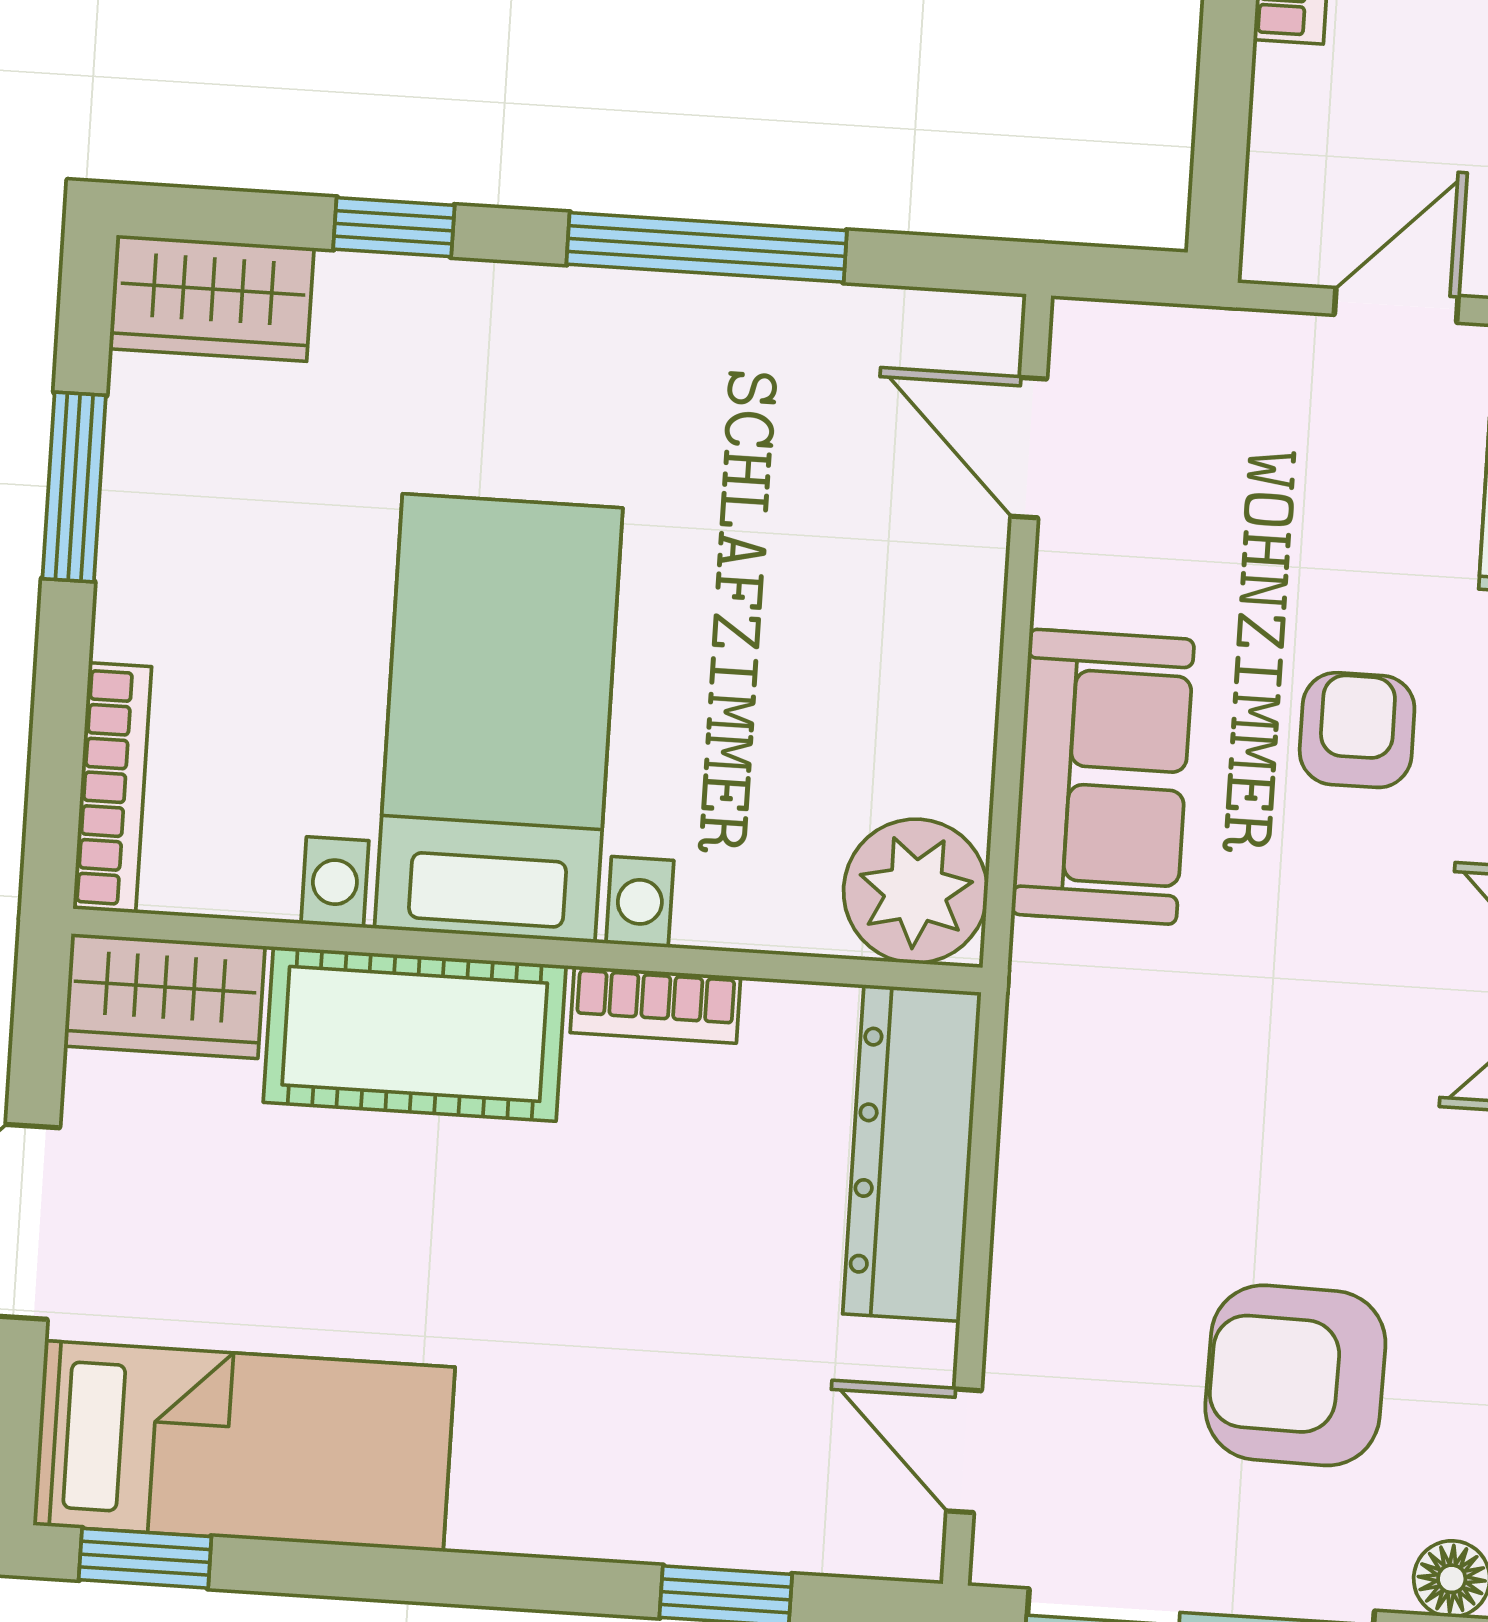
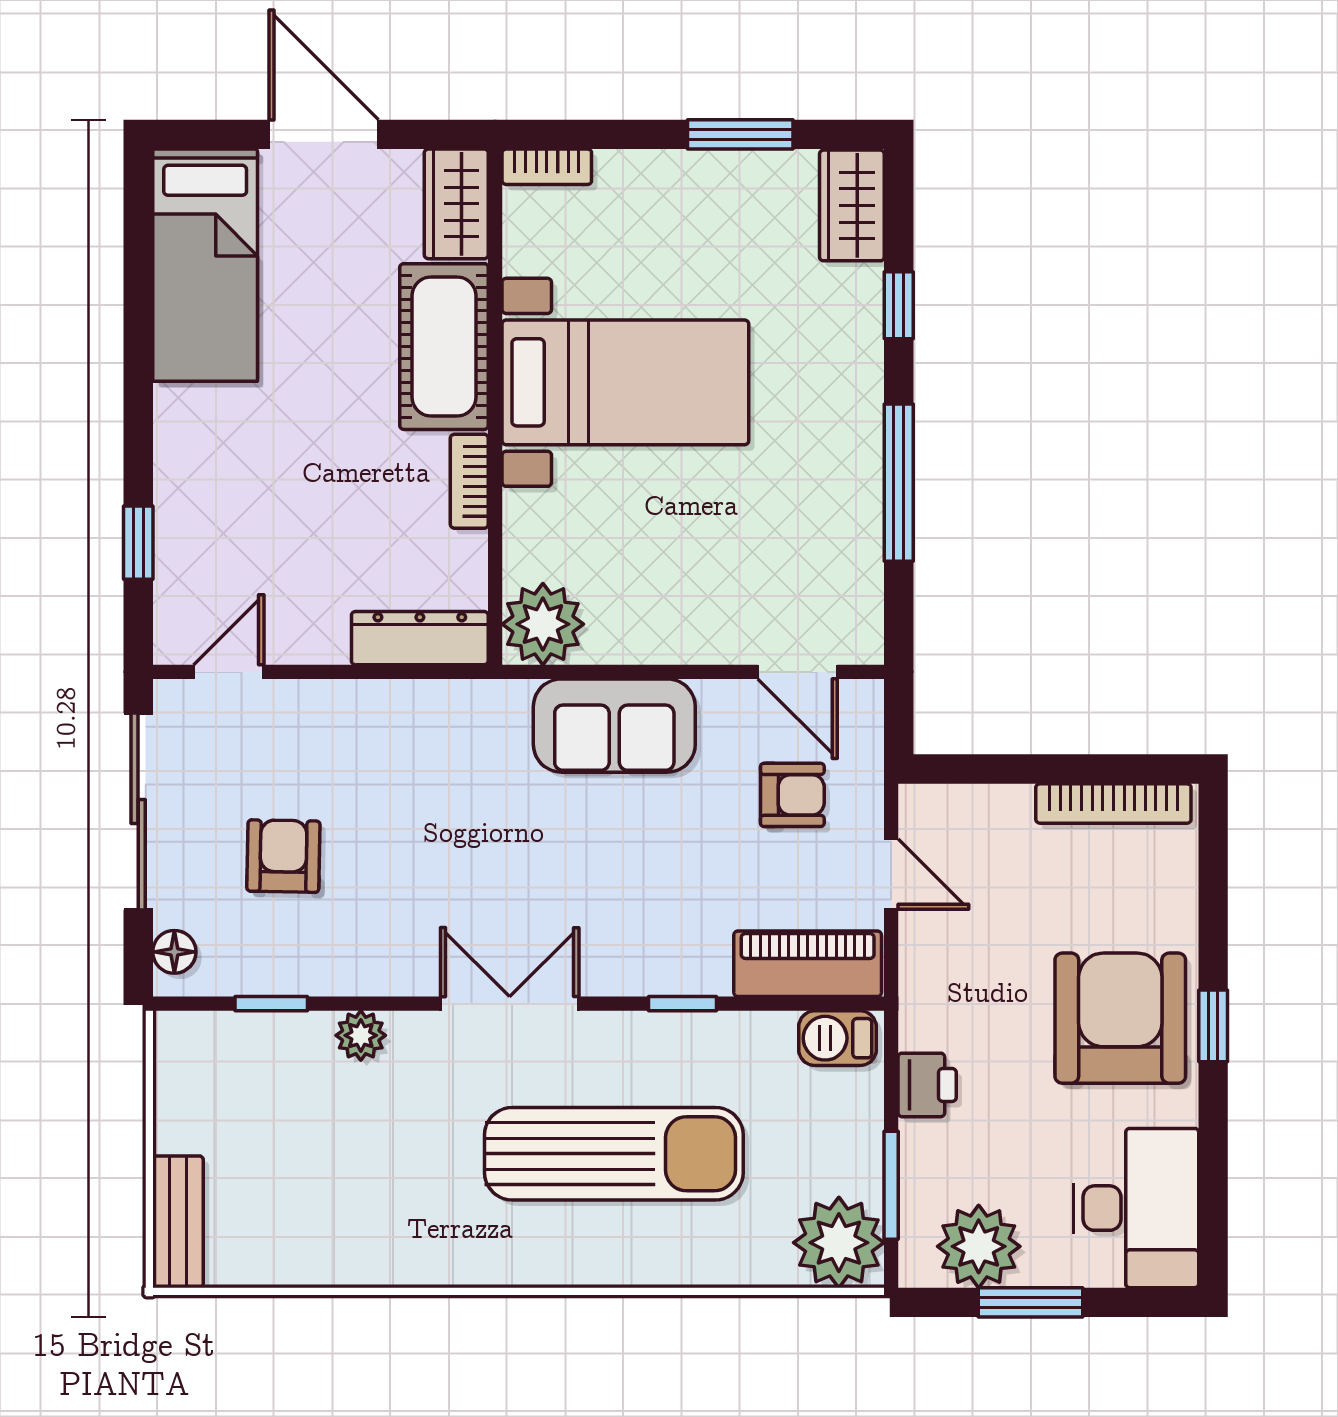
door: (1029, 448) -> (797, 672), swing flipped
armchair: (1357, 730) -> (792, 795), moved
bookcase: (112, 788) -> (547, 167), width x0.64
dresser: (912, 1153) -> (420, 638), width x0.73, depth x0.80
armchair: (1295, 1375) -> (283, 856), width x0.72, depth x0.72
window: (145, 1558) -> (138, 213), removed

